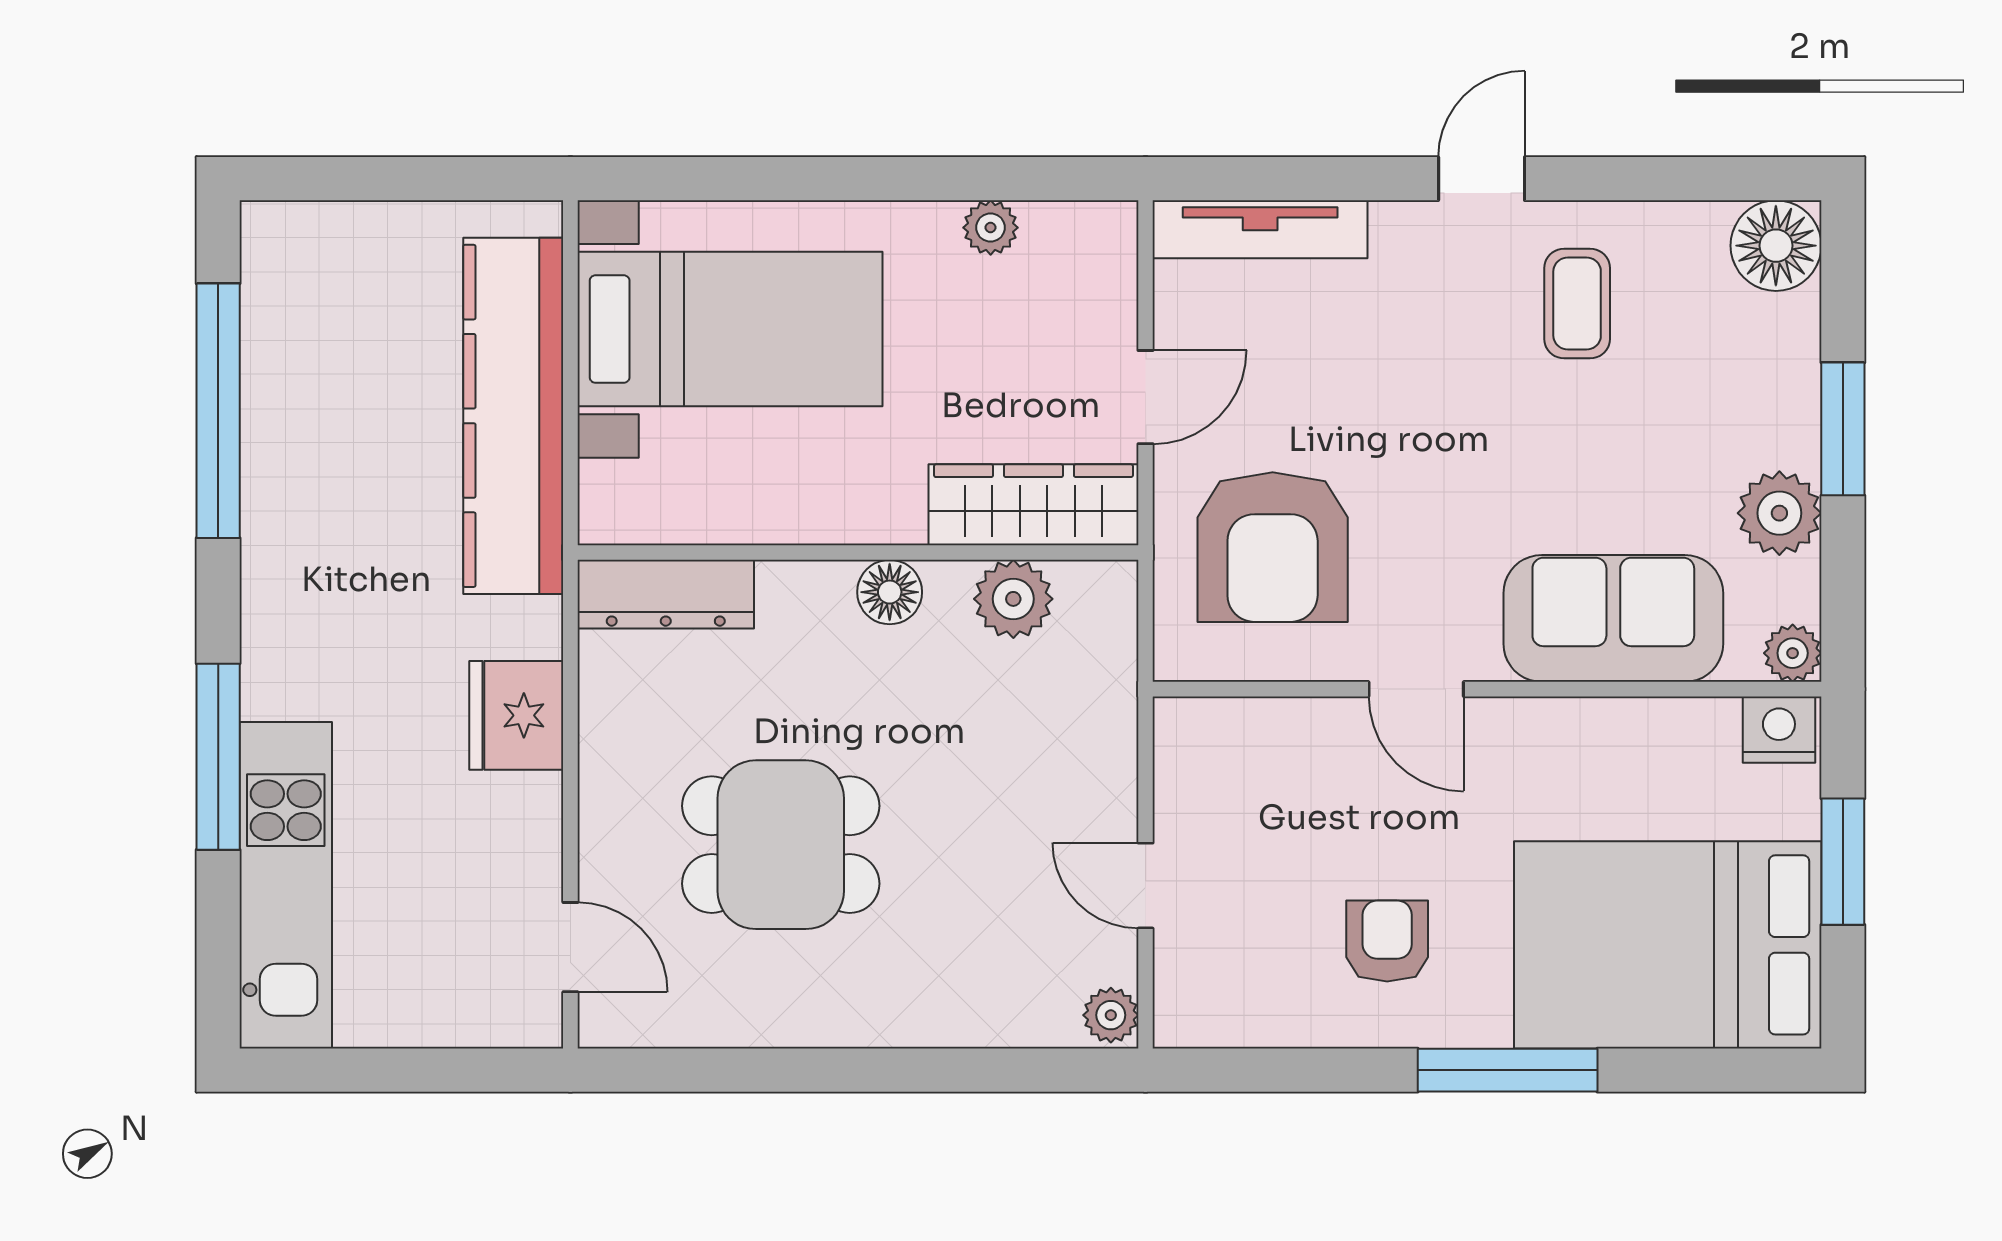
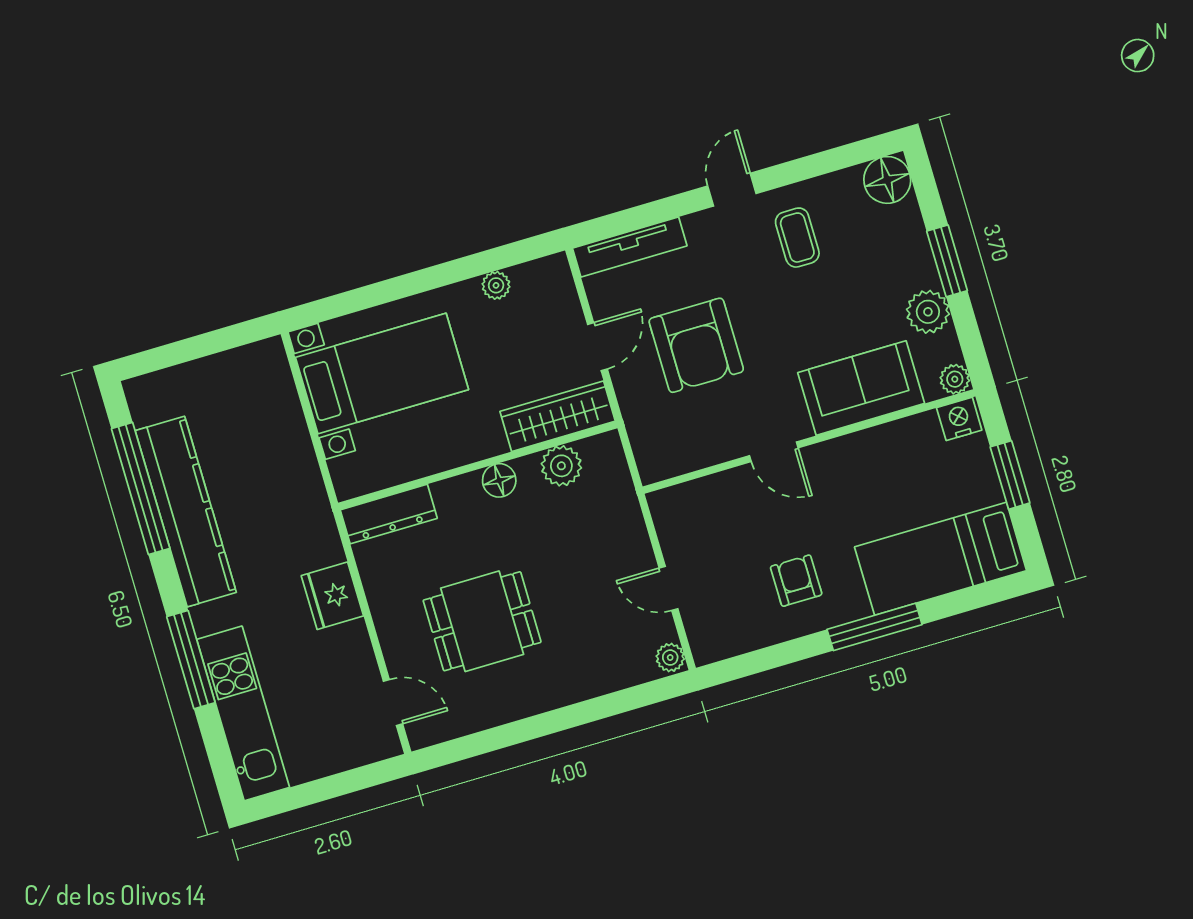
kitchen counter: (513, 416) -> (186, 512), moved, turned 180
armchair: (1273, 547) -> (696, 345), moved
bed: (1668, 945) -> (941, 559), width x0.67

